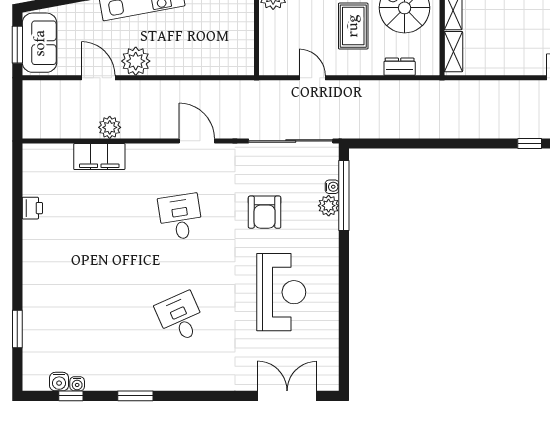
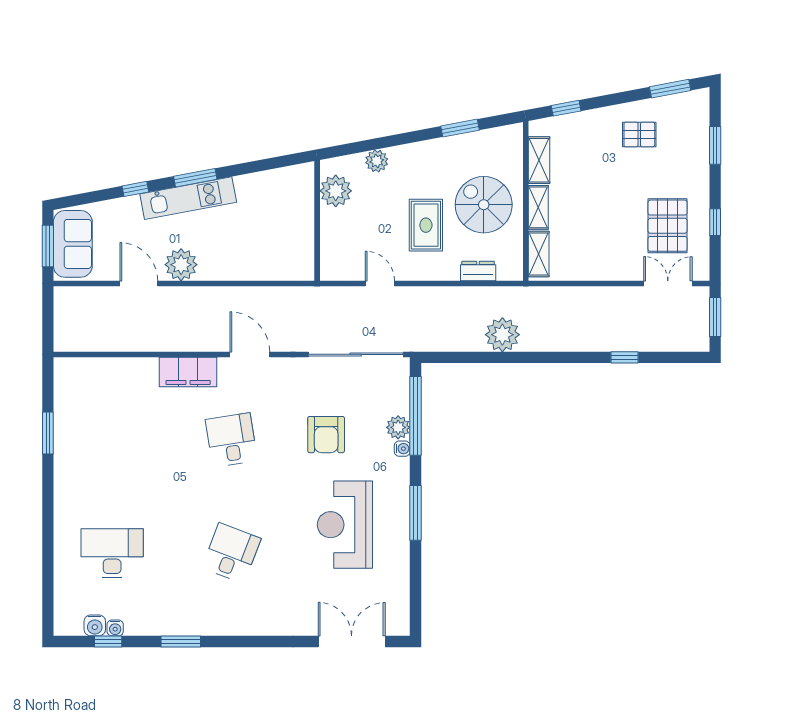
plant: (110, 127) -> (502, 335), moved, width x1.36, depth x1.36
filing cabinet: (99, 157) -> (188, 372), moved
water cooler: (332, 187) -> (402, 449), moved
printer: (32, 208) -> (65, 430), removed
window: (344, 282) -> (415, 513), added
reception desk: (281, 292) -> (345, 525), turned 180
desk: (74, 317) -> (112, 553), added
desk: (180, 317) -> (231, 553), turned 45
window: (17, 329) -> (48, 433), moved

